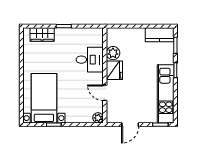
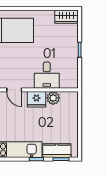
wardrobe: (42, 34) -> (66, 17), moved, turned -90
kitchen counter: (160, 35) -> (57, 151), moved, turned 90
door: (105, 93) -> (14, 90), swing flipped

